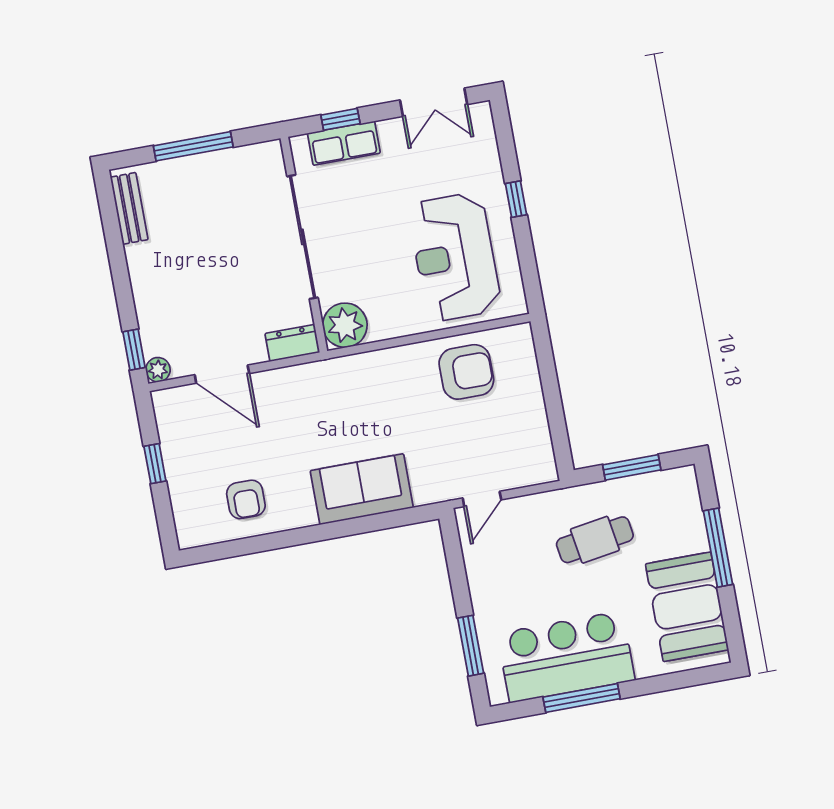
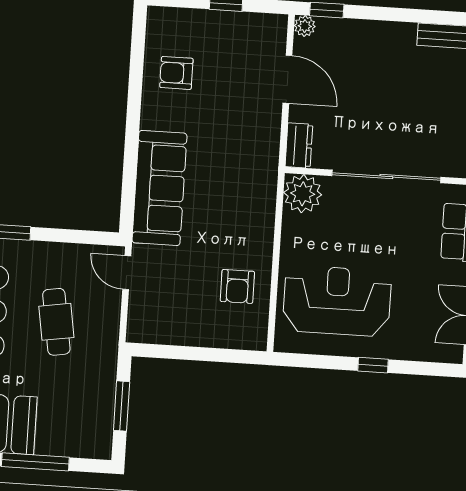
armchair: (466, 372) -> (237, 286), width x0.72, depth x0.72
door: (222, 374) -> (287, 79), swing flipped
sofa: (362, 489) -> (159, 188), width x1.36
cafe table: (595, 540) -> (56, 322), moved

